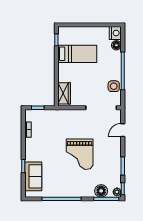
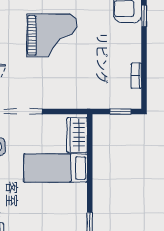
bed: (77, 54) -> (56, 168), moved
grand piano: (80, 154) -> (52, 35), turned 90

